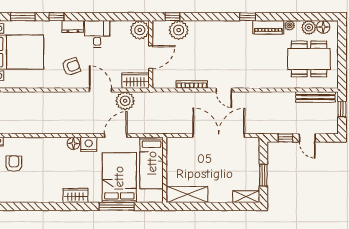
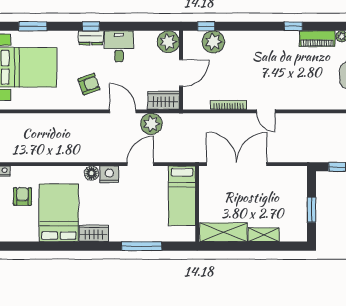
window: (57, 17) -> (91, 26), moved
double door: (219, 136) -> (237, 164), moved
bed: (119, 178) -> (59, 213), moved
shelving: (246, 197) -> (264, 235), moved

